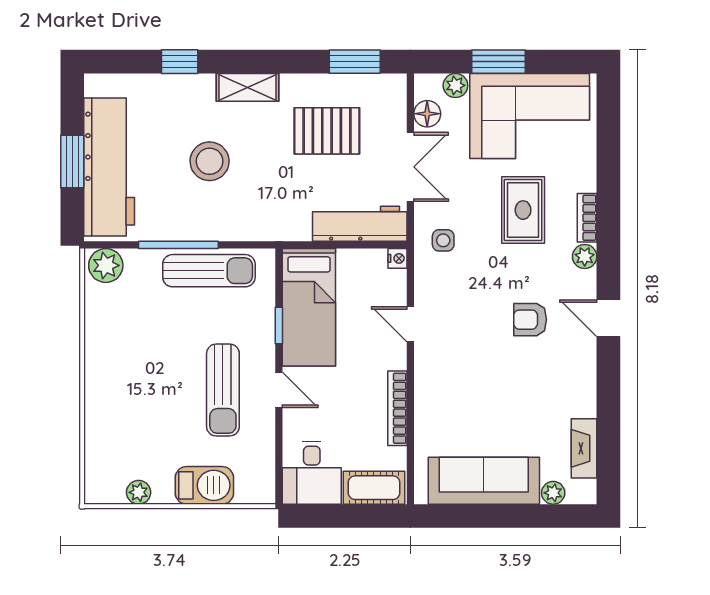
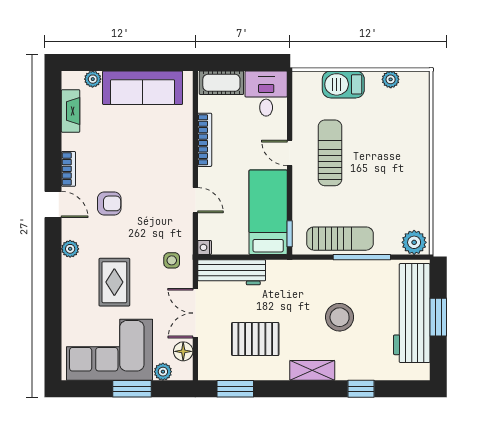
bookcase: (587, 218) -> (68, 169), moved
sun lounger: (209, 271) -> (340, 239), turned 180
window: (279, 325) -> (290, 234), moved

